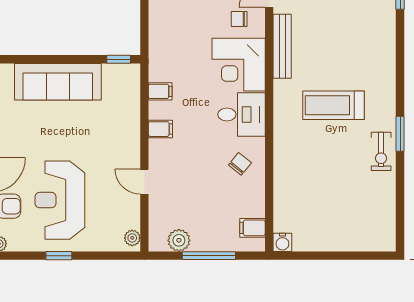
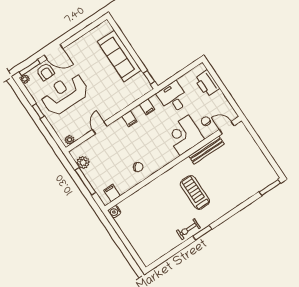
desk: (241, 114) -> (173, 98), moved, turned 180

